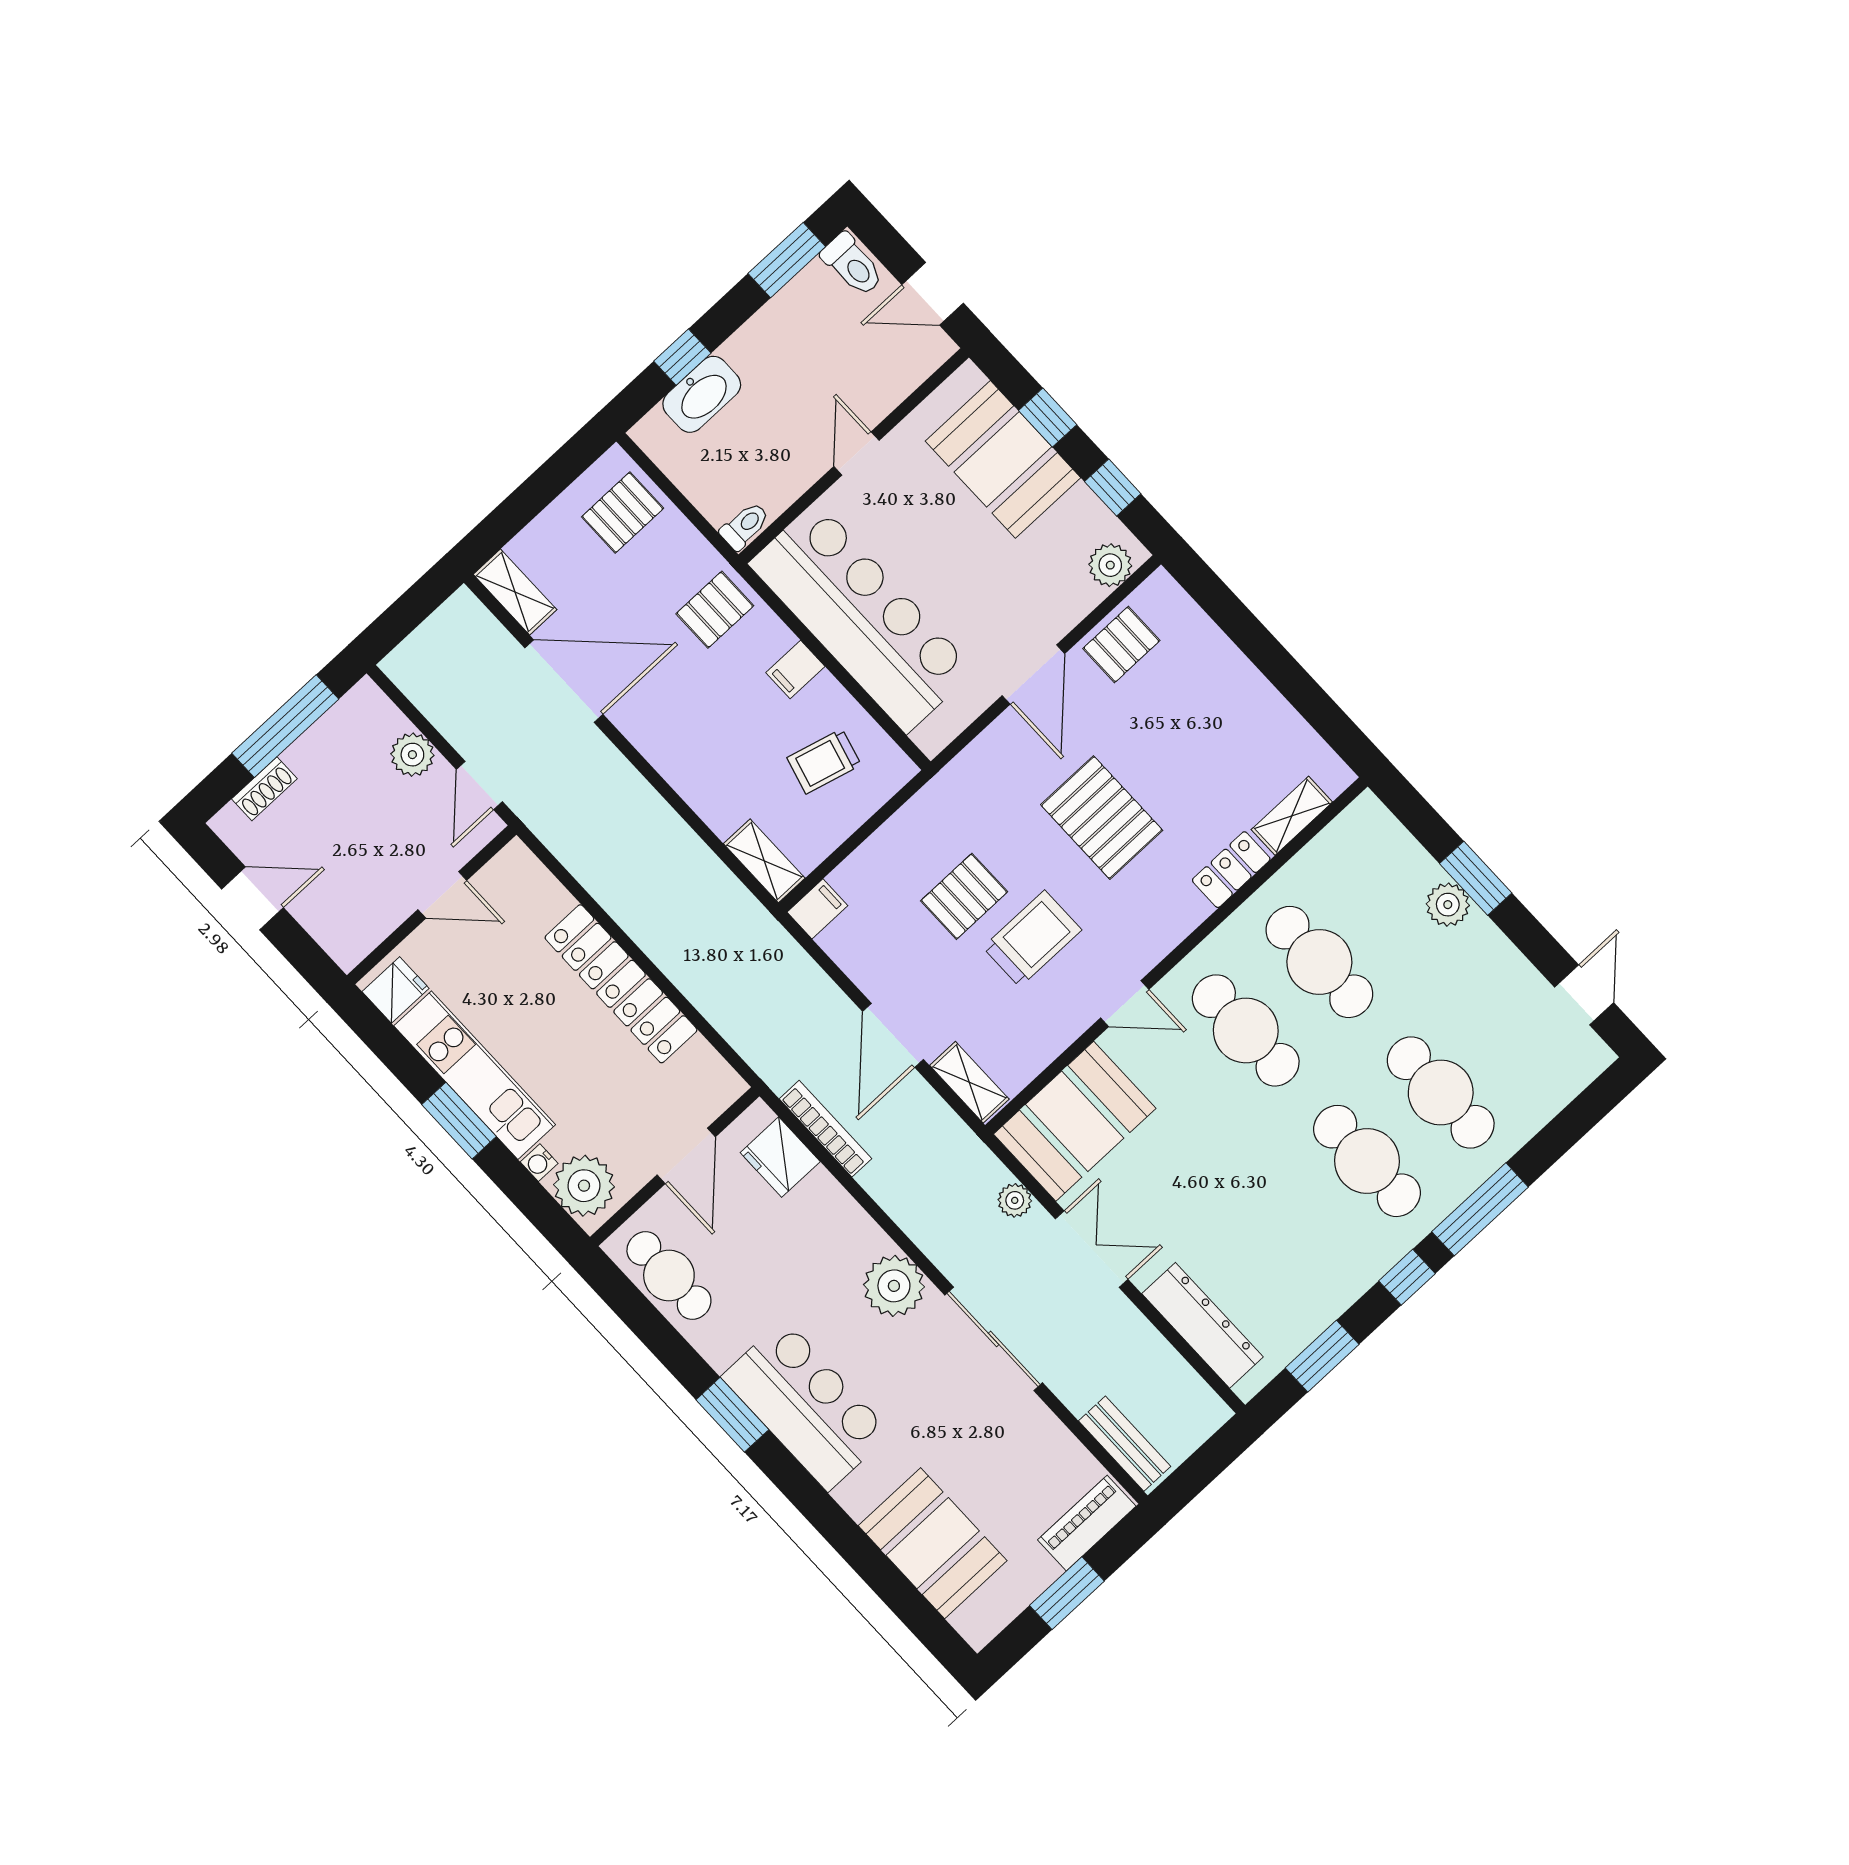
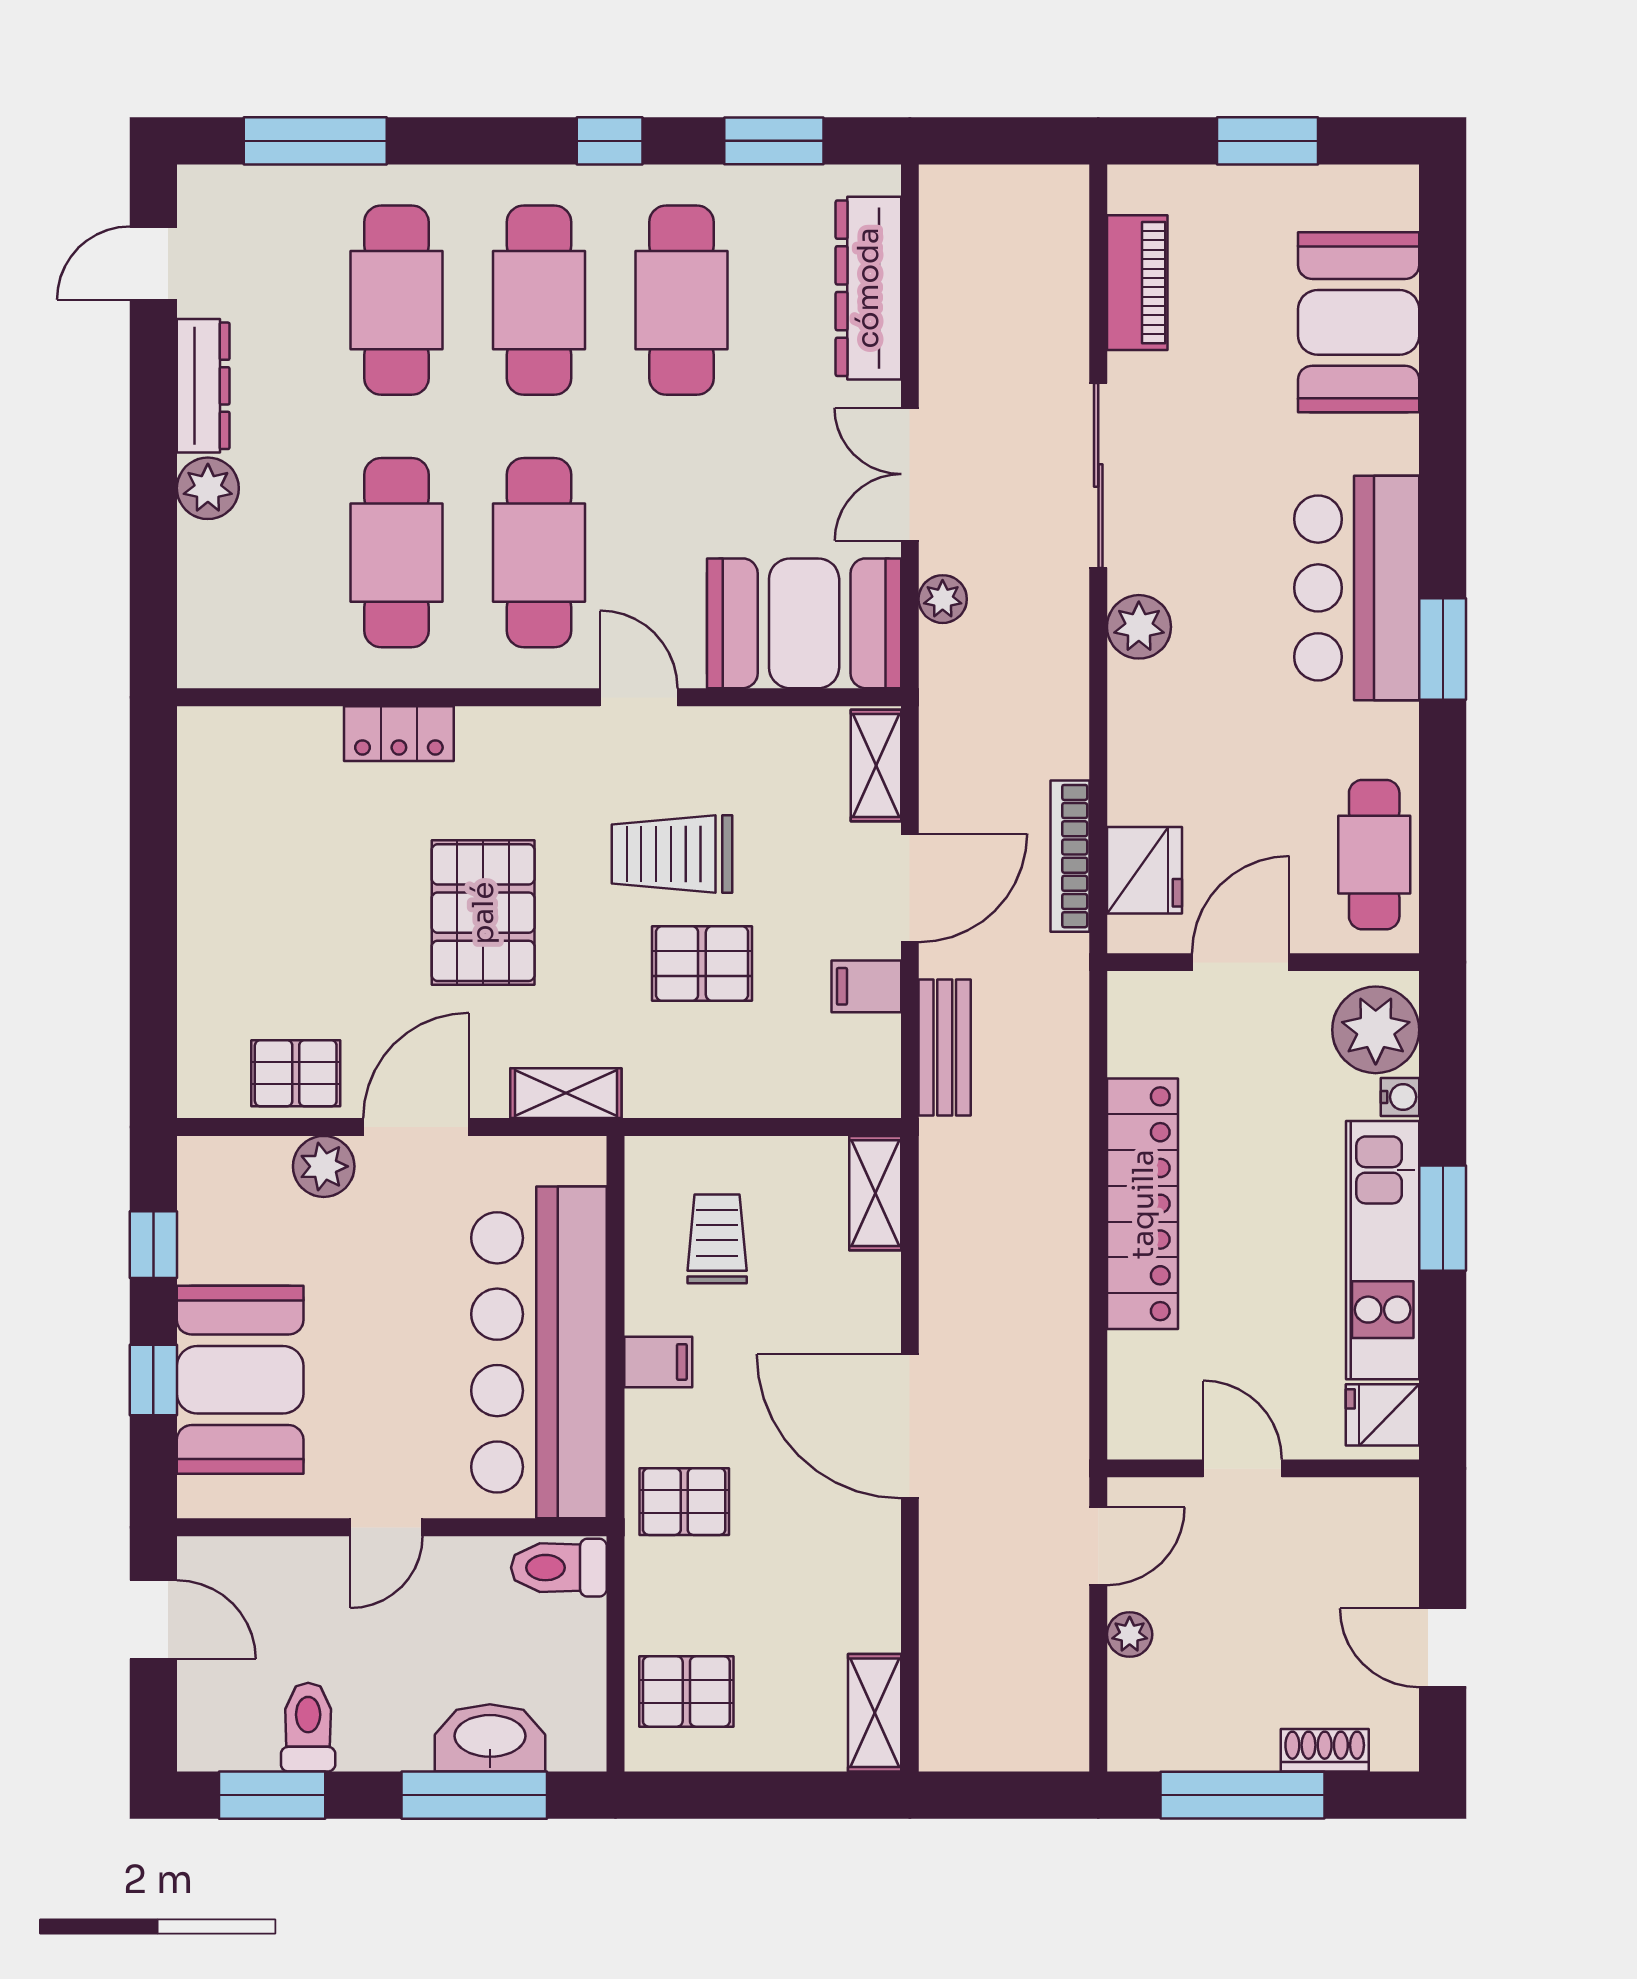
toilet: (852, 265) -> (308, 1727), moved
window: (682, 357) -> (474, 1795), width x2.17
toilet: (745, 526) -> (559, 1568), width x1.37, depth x1.39
plant: (1110, 565) -> (324, 1166), moved
door: (564, 681) -> (910, 1426), moved
plant: (412, 755) -> (1130, 1634), width x0.73, depth x0.73
trolley: (824, 761) -> (717, 1239), turned -105
shelving: (1292, 816) -> (566, 1093), moved
window: (1476, 878) -> (153, 489), removed
filing cabinet: (817, 909) -> (866, 986), moved
dresser: (1499, 955) -> (203, 386), added
window: (1480, 1209) -> (315, 141), moved
cafe table: (1293, 1229) -> (682, 300), added
plant: (894, 1286) -> (1139, 627), width x0.73, depth x0.73
bench: (1125, 1444) -> (945, 1047), moved
piano: (1087, 1523) -> (1137, 283), moved, turned -90

